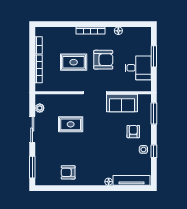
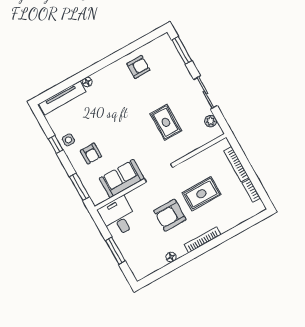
desk: (138, 68) -> (118, 217), moved, turned 90
rug: (71, 124) -> (166, 122), turned 90

